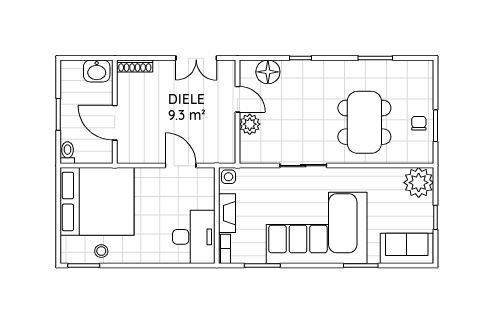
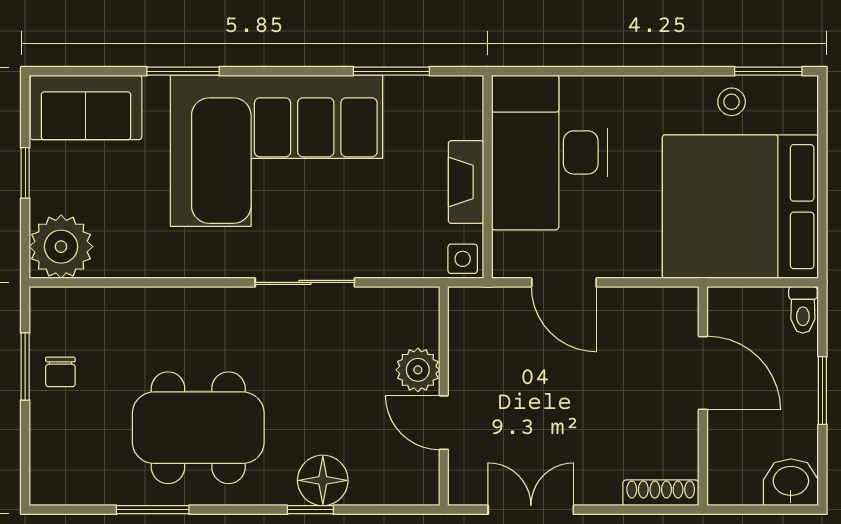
washbasin: (97, 71) -> (791, 482), moved
floor lamp: (268, 72) -> (323, 480), moved
dining table: (364, 122) -> (198, 428), moved, turned 90
desk: (194, 237) -> (549, 152), width x1.36, depth x1.30
bookcase: (224, 249) -> (471, 106), removed

